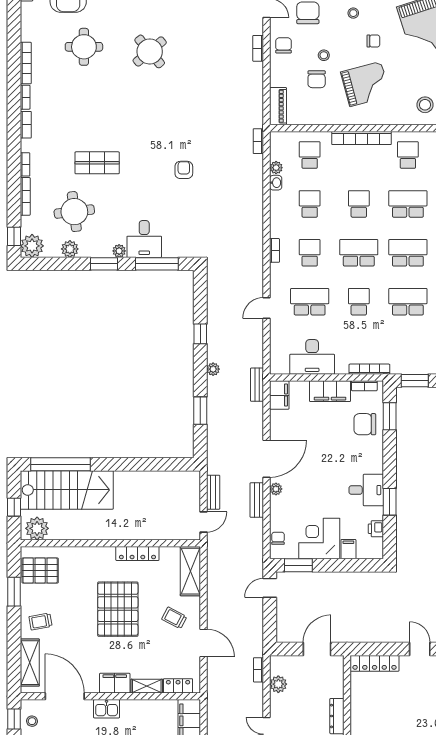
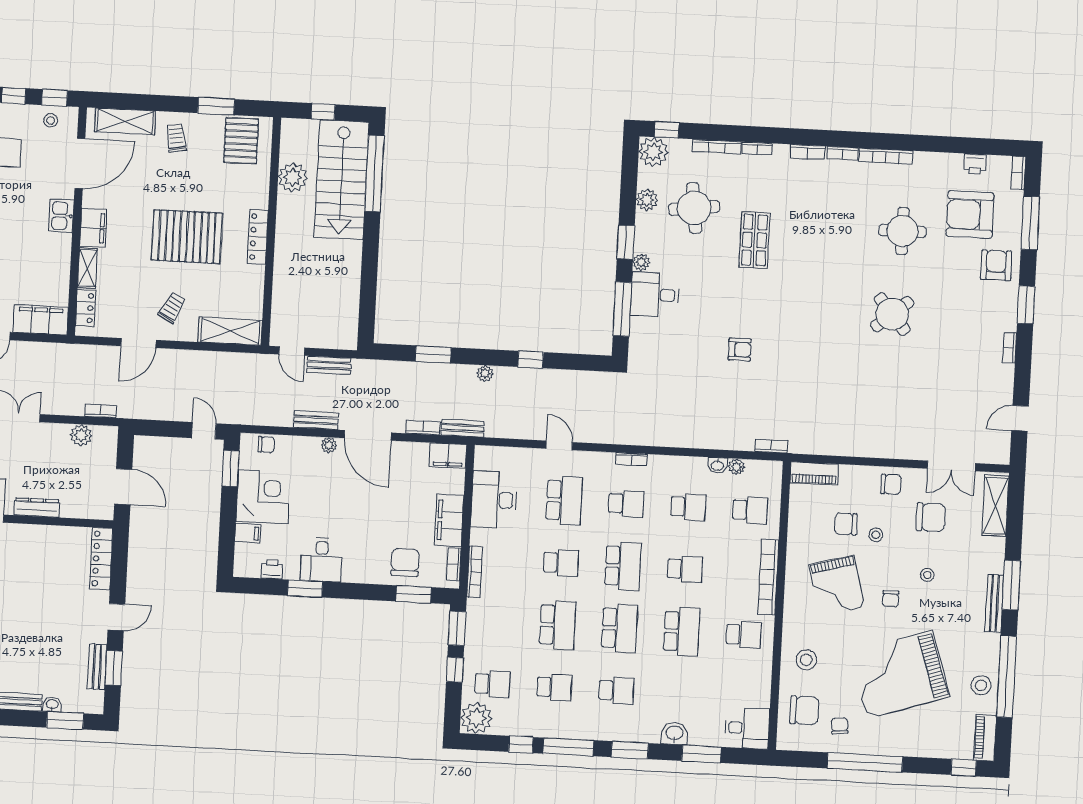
bookcase: (258, 48) -> (423, 428), moved
plant: (37, 528) -> (293, 177), moved
locker: (137, 553) -> (258, 237), moved

